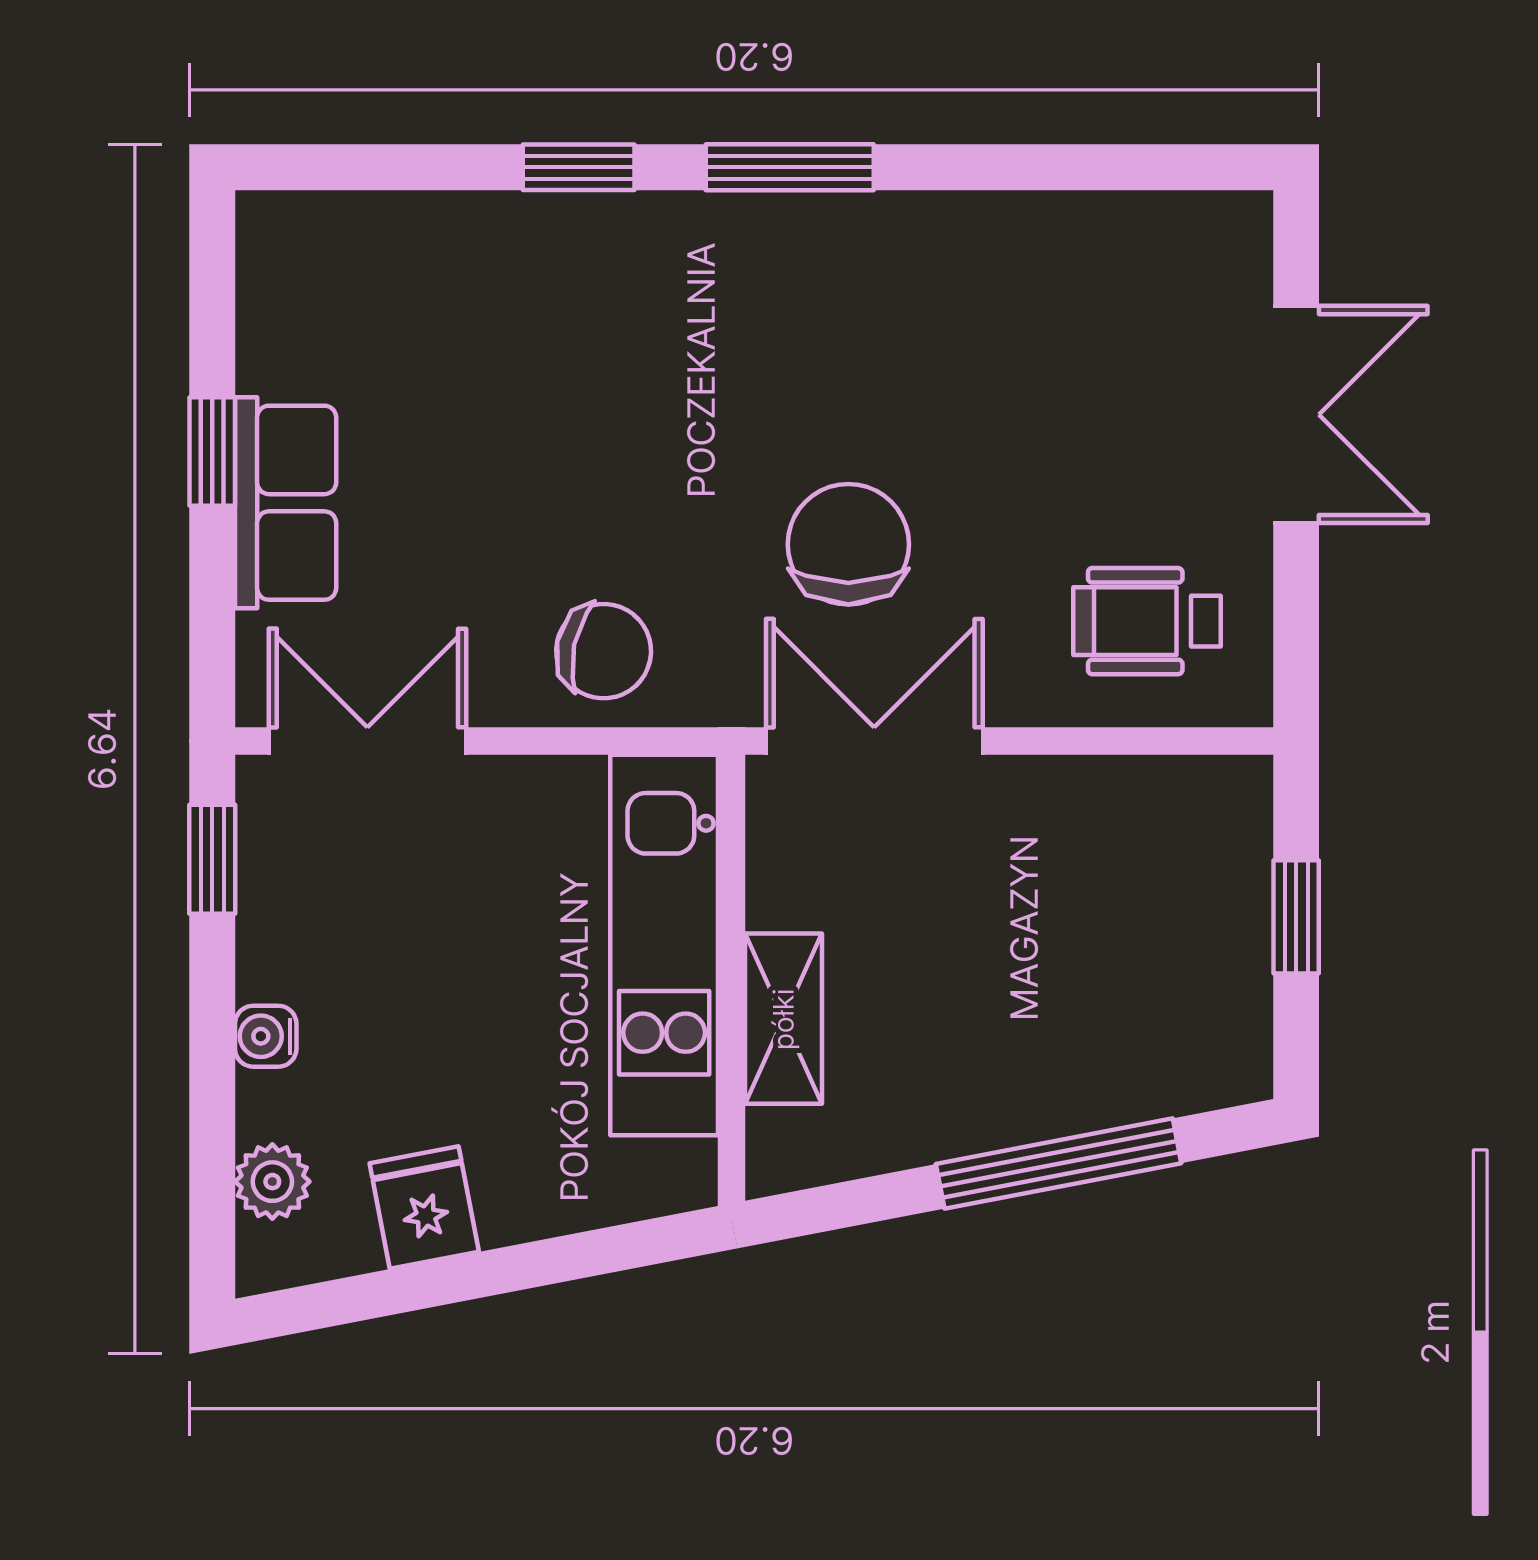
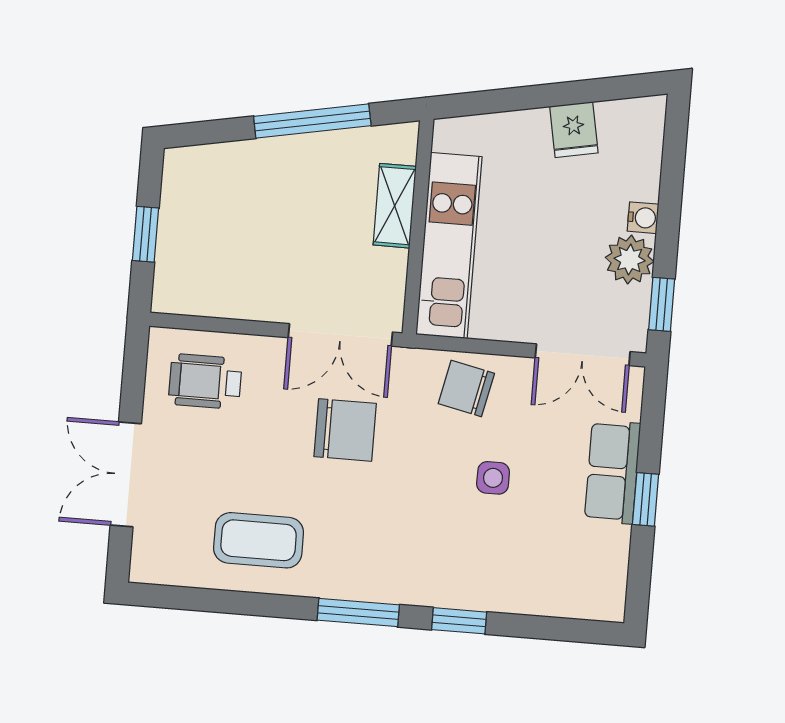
coffee table: (1009, 300) -> (259, 540), added
side table: (533, 470) -> (493, 478), added
chair: (848, 544) -> (345, 430), turned -90
wheelchair: (1147, 621) -> (205, 381), turned 180
window: (1059, 1164) -> (312, 121), moved
plant: (272, 1182) -> (630, 260), moved, width x1.38, depth x1.38

